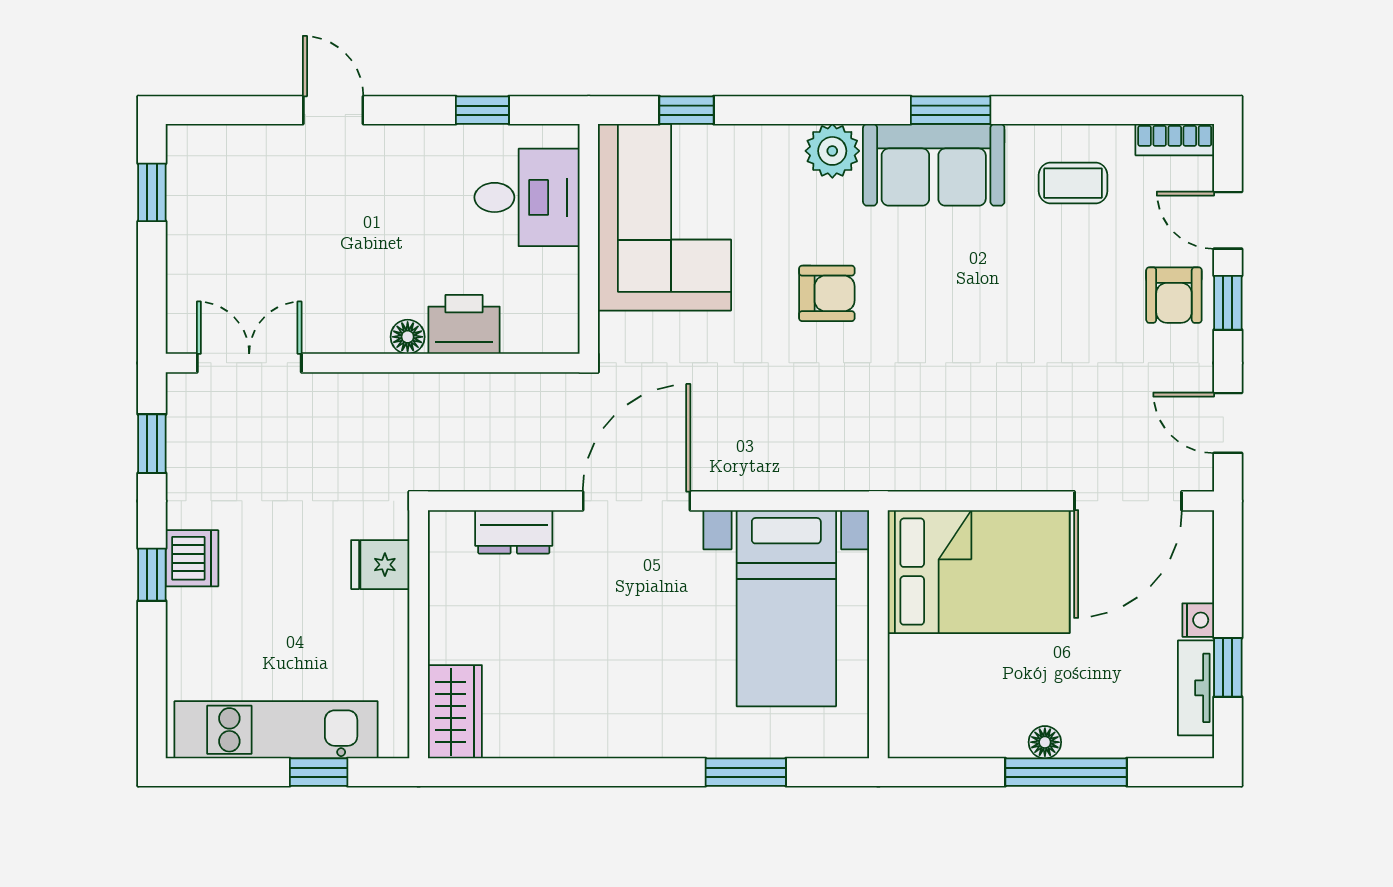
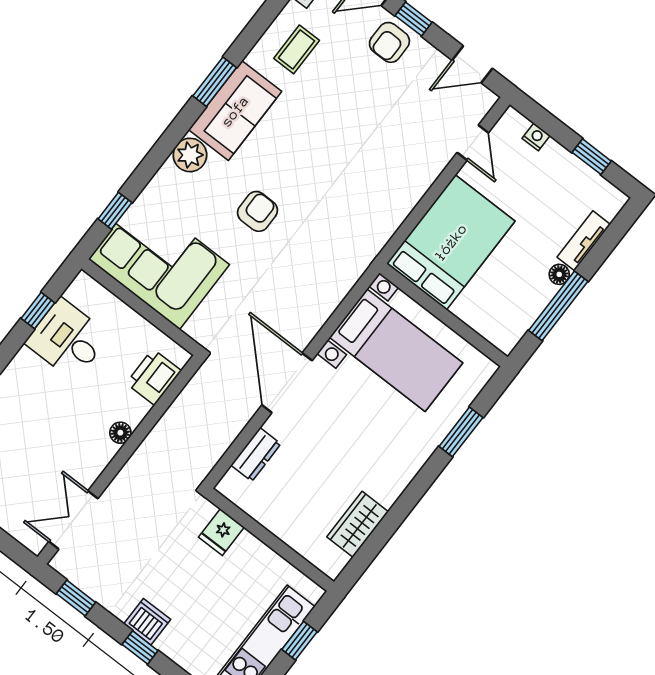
desk: (527, 197) -> (67, 339), moved, turned -90
armchair: (1174, 295) -> (389, 42), turned 90
printer: (464, 324) -> (154, 377), moved
door: (1128, 501) -> (473, 143), width x0.53
nightstand: (1198, 620) -> (536, 137), moved
tv unit: (1196, 688) -> (584, 241), moved, turned 90
wardrobe: (455, 712) -> (358, 524), moved, turned -90
window: (1066, 772) -> (558, 306), moved

